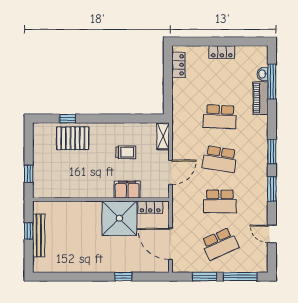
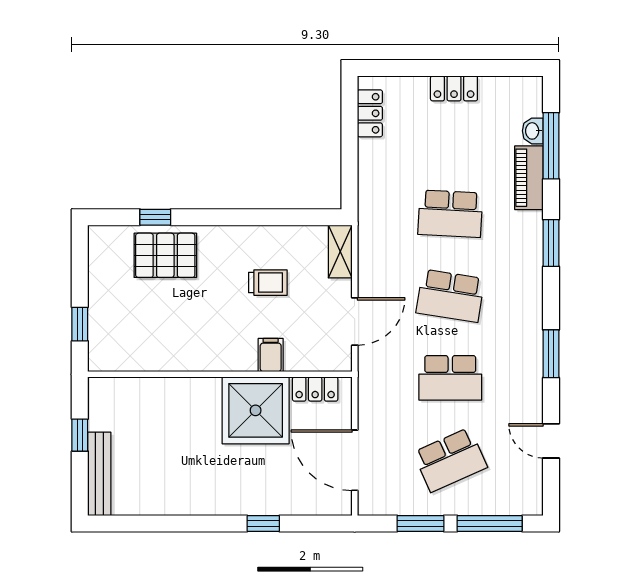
window: (272, 152) -> (551, 243), moved
filing cabinet: (127, 190) -> (271, 355), width x0.50
bench: (39, 235) -> (99, 474), moved

